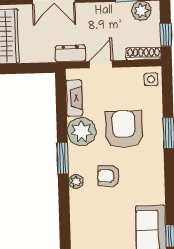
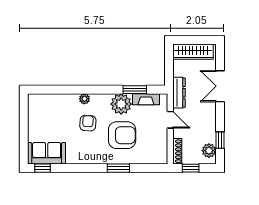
dresser: (70, 53) -> (179, 93), width x1.44
side table: (151, 79) -> (158, 156), removed
window: (63, 158) -> (135, 90), moved

